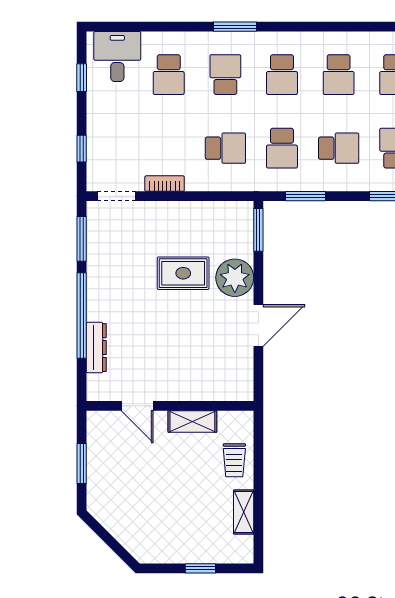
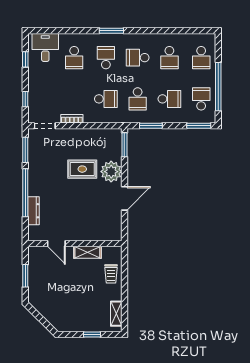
school desk: (282, 75) -> (138, 58), turned 90
shelving: (244, 512) -> (116, 314), moved

